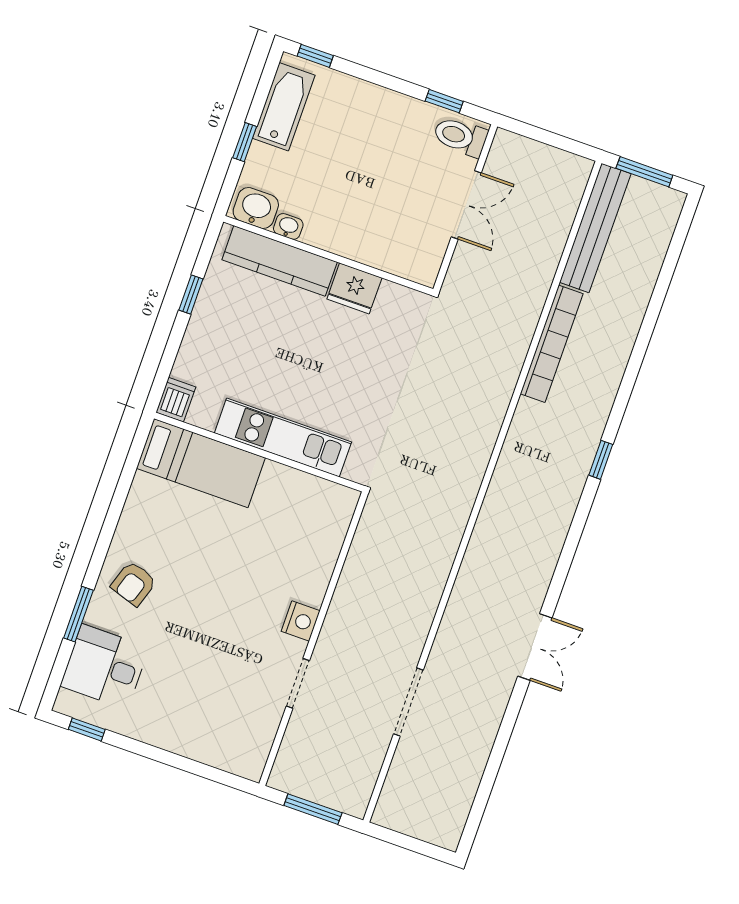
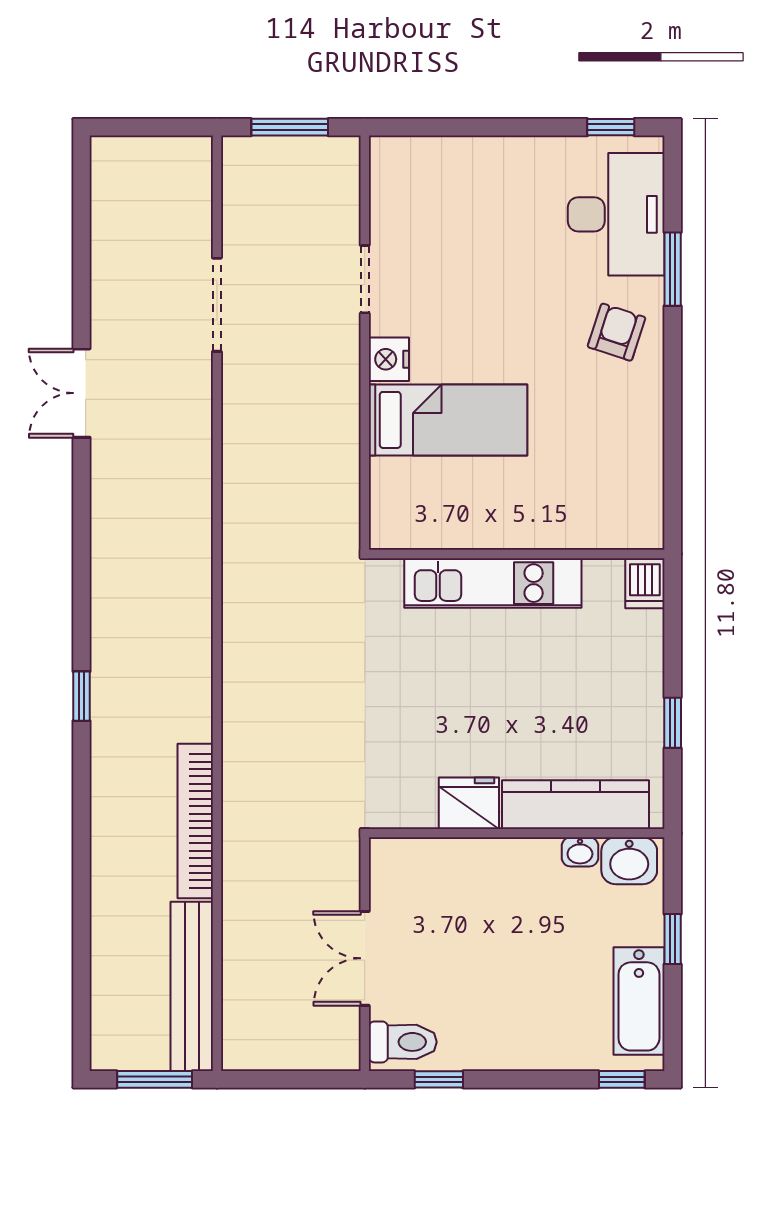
bed: (201, 463) -> (448, 420), moved, turned 180
double door: (535, 647) -> (82, 393), moved
desk: (105, 667) -> (616, 214), width x1.37

